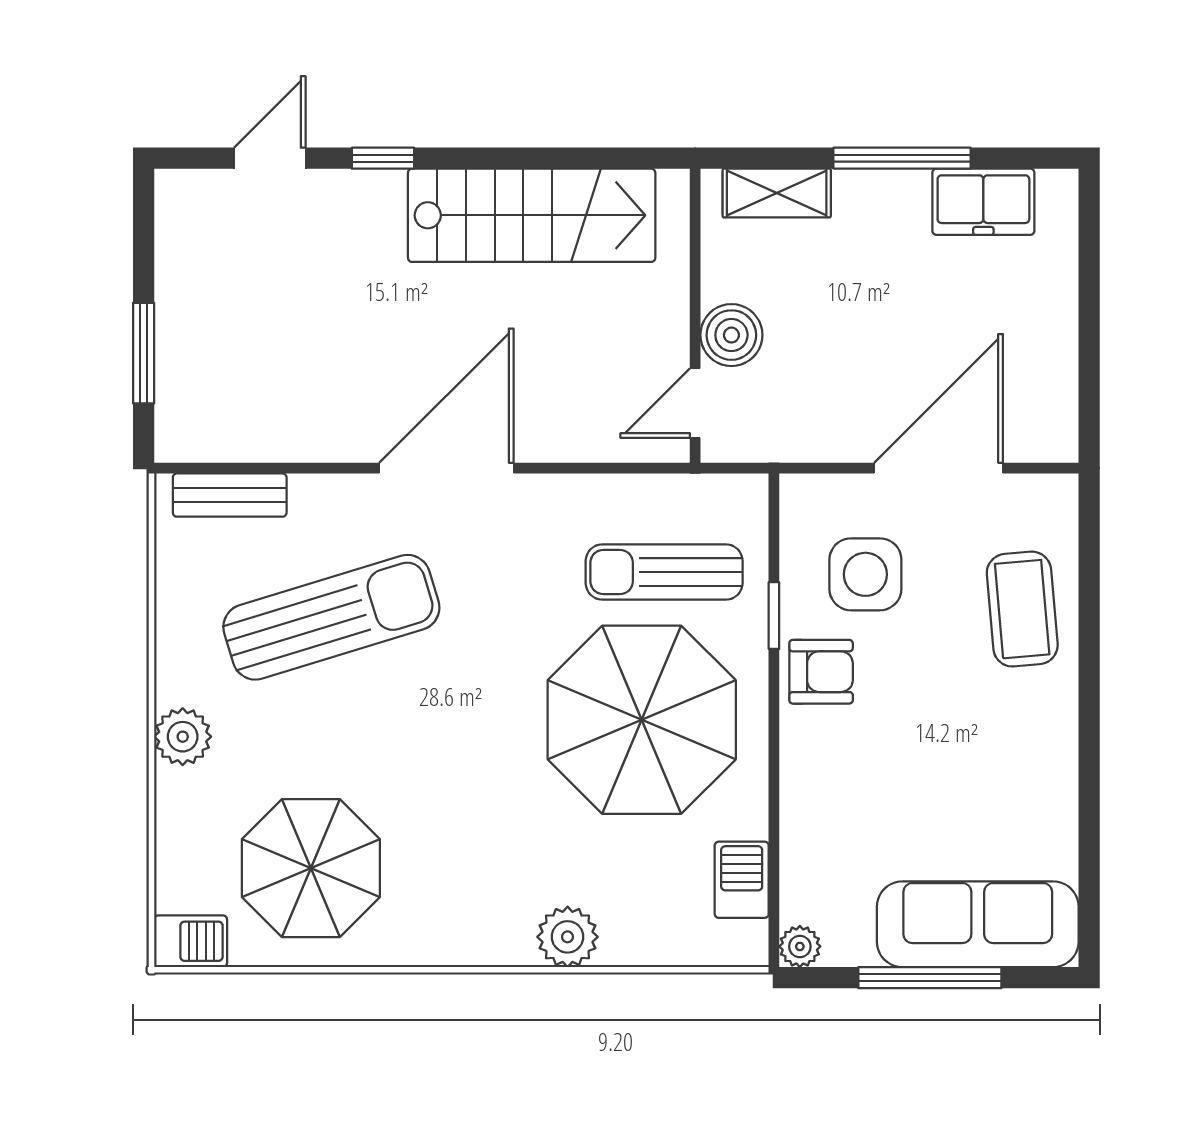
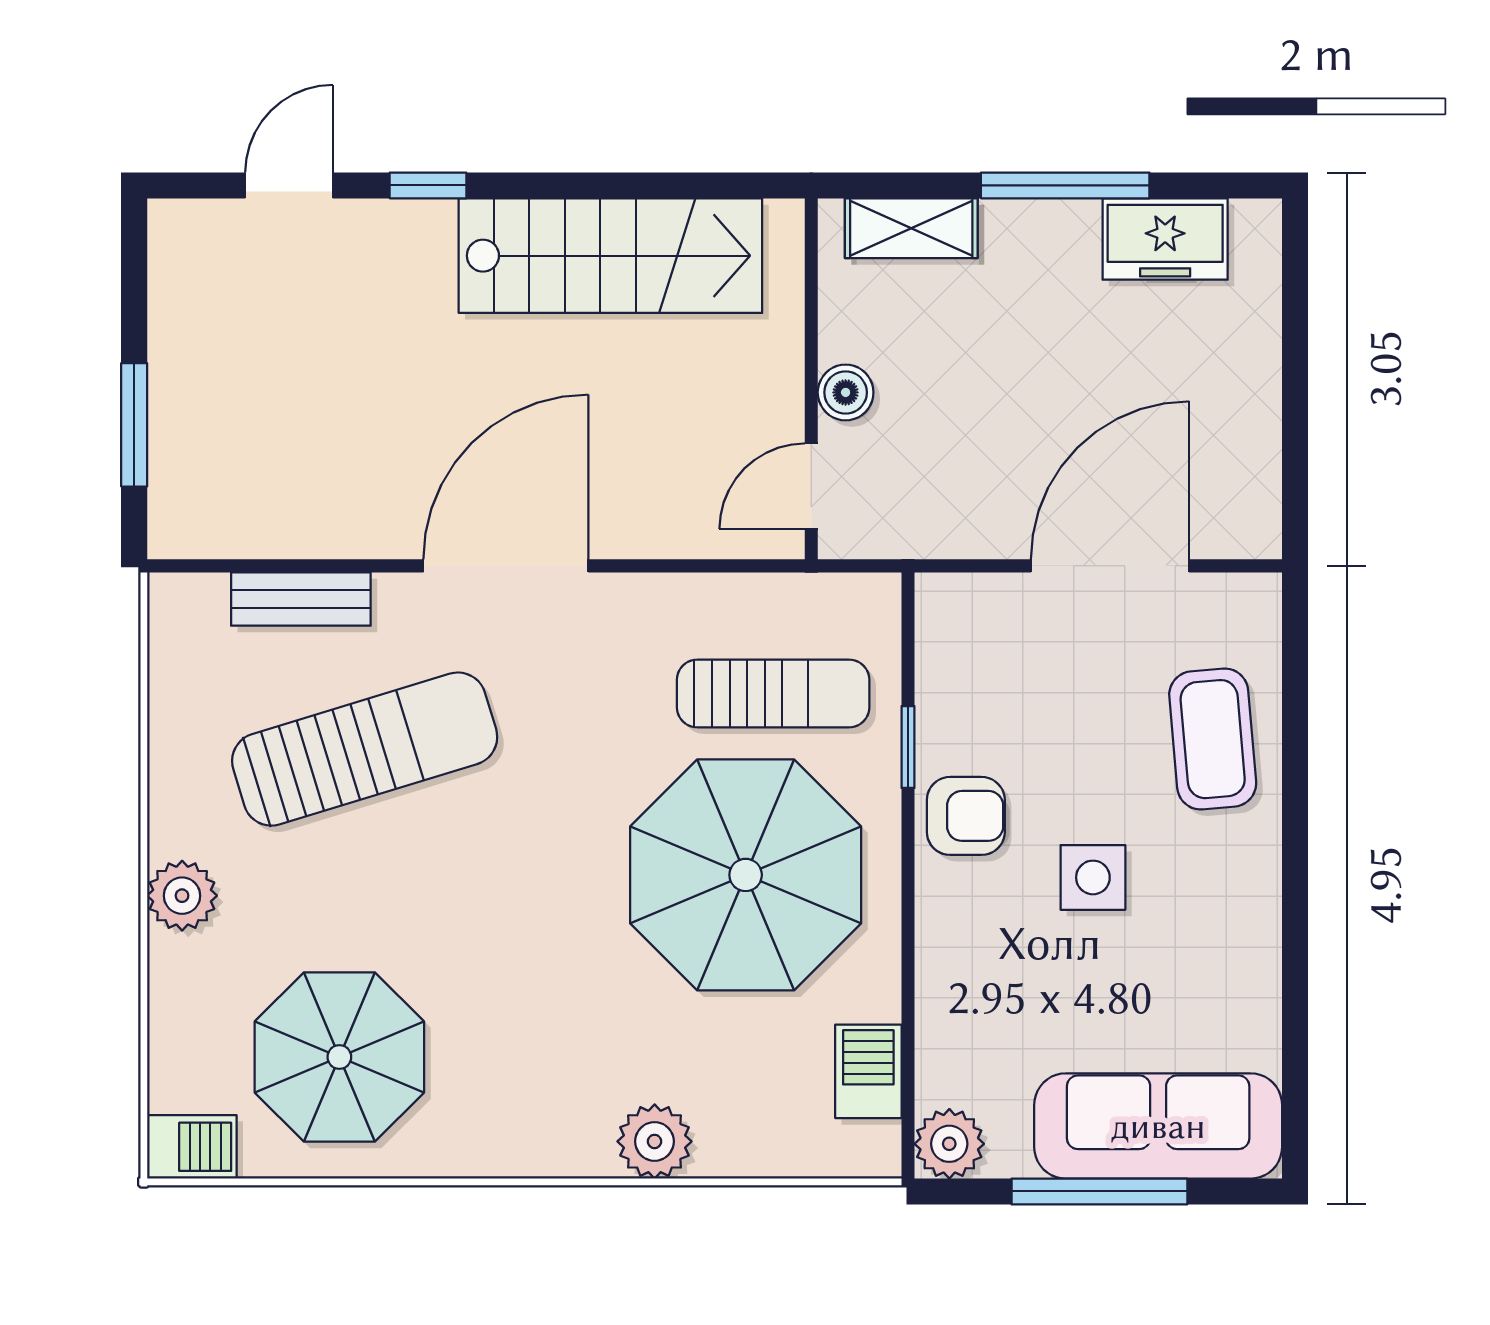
boiler: (731, 335) -> (846, 392), width x0.73, depth x0.73
bench: (230, 495) -> (301, 599), moved
sun lounger: (664, 572) -> (773, 694), turned 180
side table: (865, 574) -> (1093, 877), moved, width x0.73, depth x0.73
plant: (800, 946) -> (949, 1144), width x1.38, depth x1.38

